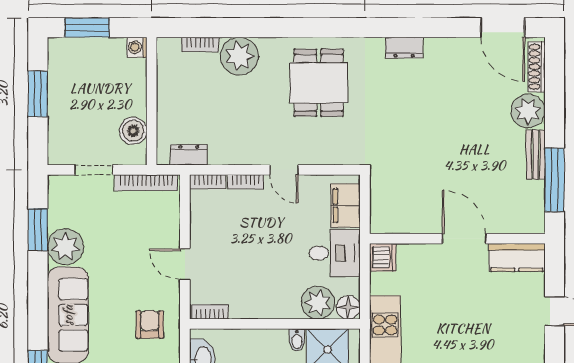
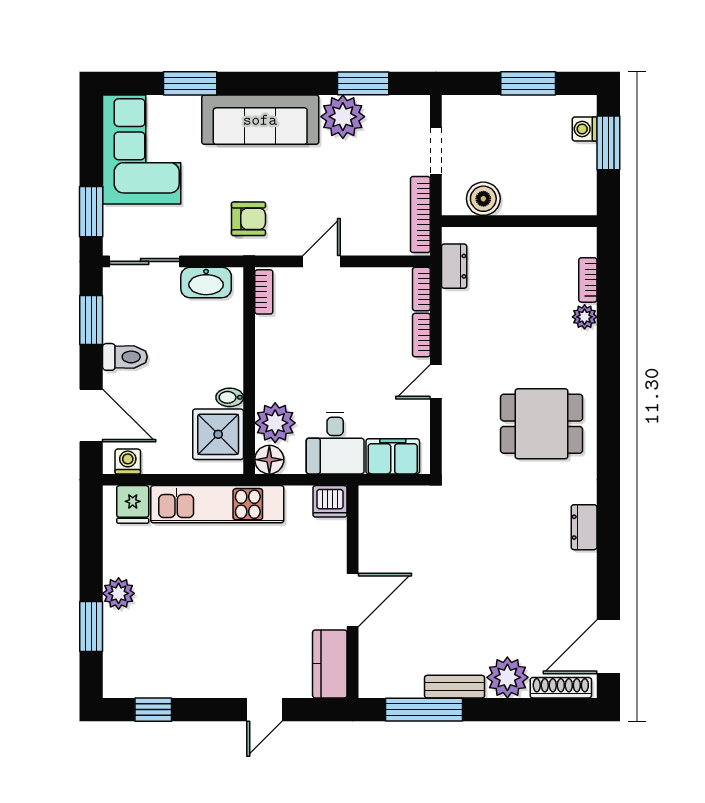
washing machine: (137, 47) -> (585, 129), moved, turned -90
plant: (239, 56) -> (585, 317), width x0.53, depth x0.53

